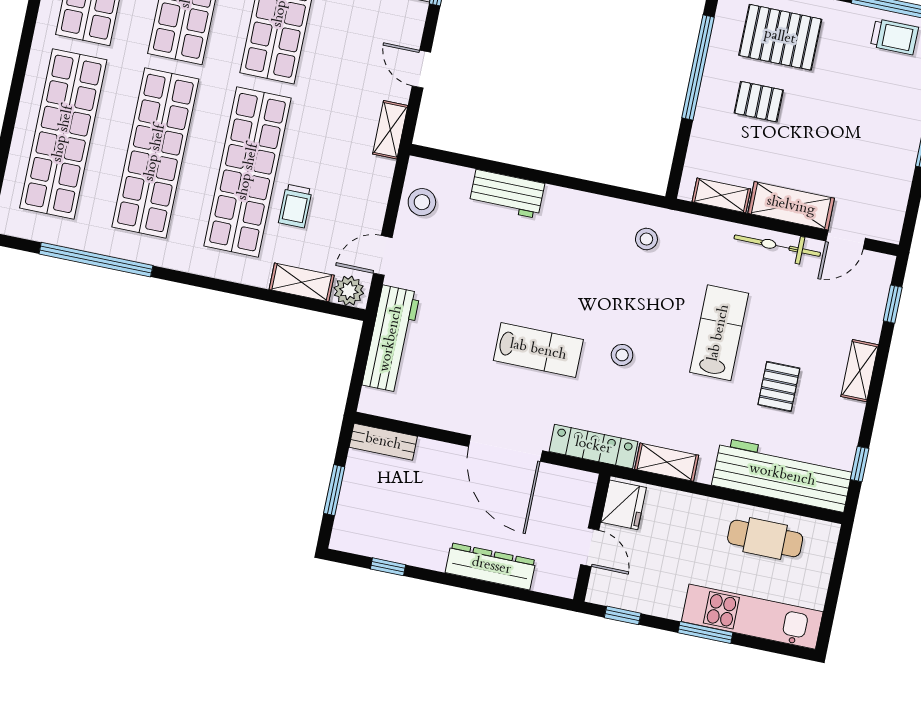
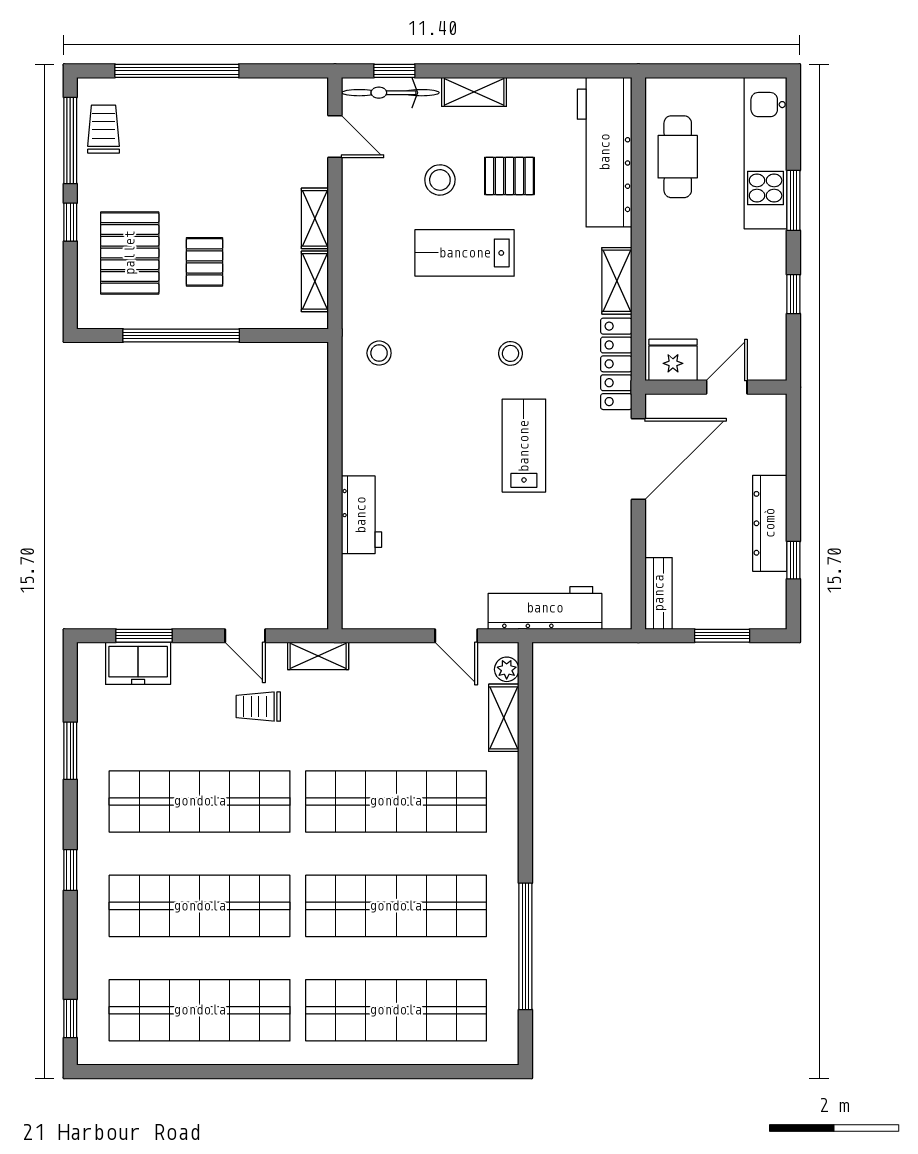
door: (421, 69) -> (245, 636), hinge flipped
stool: (422, 202) -> (440, 180), moved
trolley: (295, 206) -> (258, 707), moved, turned 180
shelving: (791, 206) -> (315, 218), width x0.67, depth x0.75
bicycle: (777, 246) -> (390, 93), moved, turned 90
plant: (349, 291) -> (507, 669), width x0.73, depth x0.73
window: (860, 464) -> (576, 71), removed
fridge: (624, 505) -> (673, 360), moved
wall: (592, 538) -> (716, 387), moved
door: (590, 547) -> (727, 387), moved
dresser: (491, 566) -> (770, 523), moved

